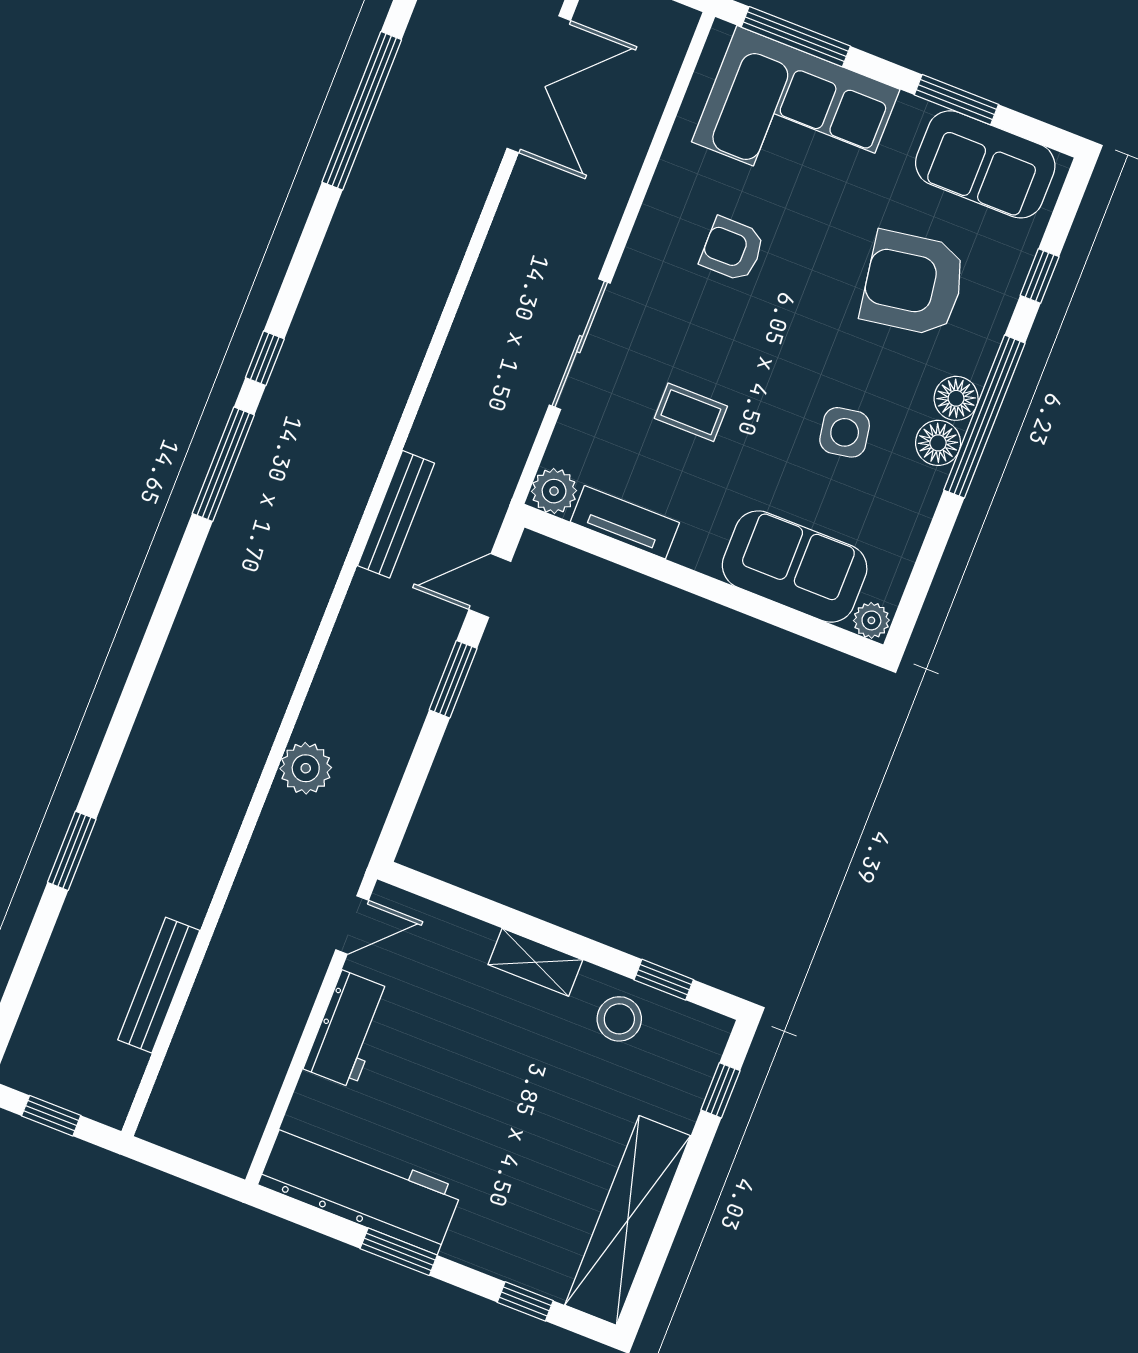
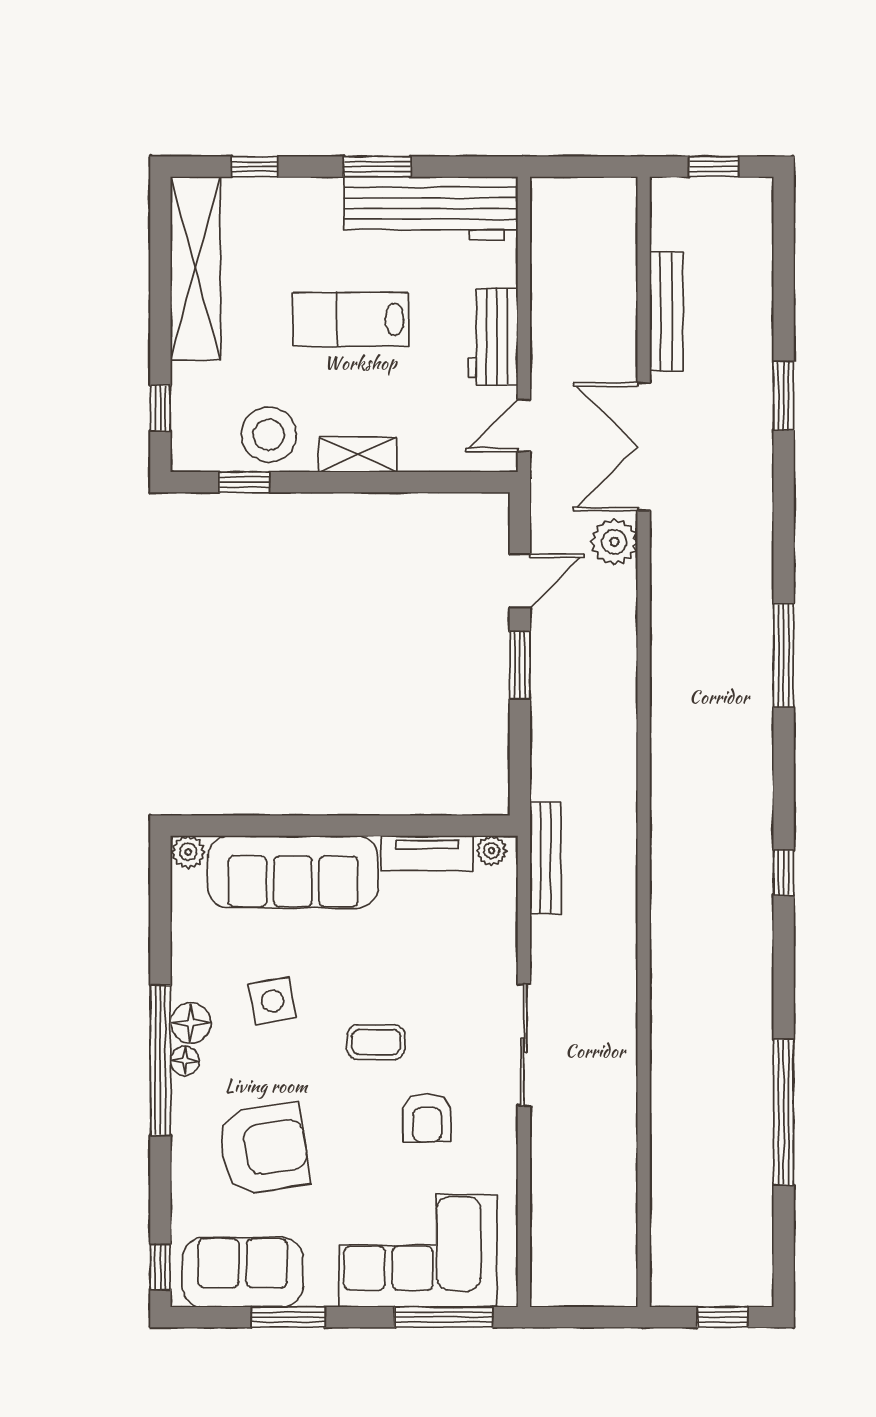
double door: (539, 84) -> (644, 447), moved
armchair: (732, 249) -> (427, 1118), turned 90
window: (1040, 276) -> (160, 1267), moved
sliding door: (580, 344) -> (524, 1045), moved
floor lamp: (956, 398) -> (185, 1061), width x0.73, depth x0.73
coffee table: (691, 412) -> (376, 1042), moved
window: (223, 464) -> (784, 655), moved
plant: (554, 491) -> (492, 851), width x0.73, depth x0.73
bench: (396, 514) -> (545, 858), moved
sofa: (795, 567) -> (293, 872), width x1.36
door: (490, 586) -> (520, 581), moved
stool: (619, 1019) -> (269, 435), width x1.38, depth x1.38
lab bench: (488, 1105) -> (351, 319), added

